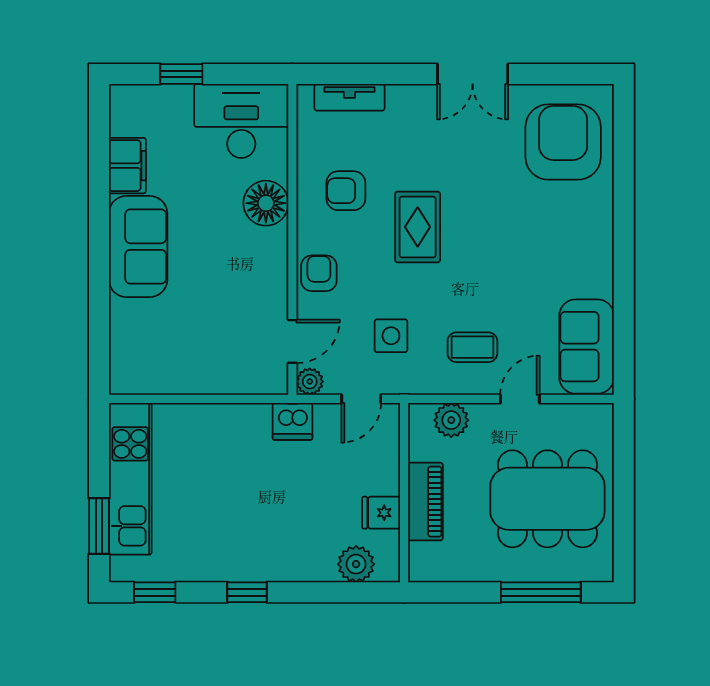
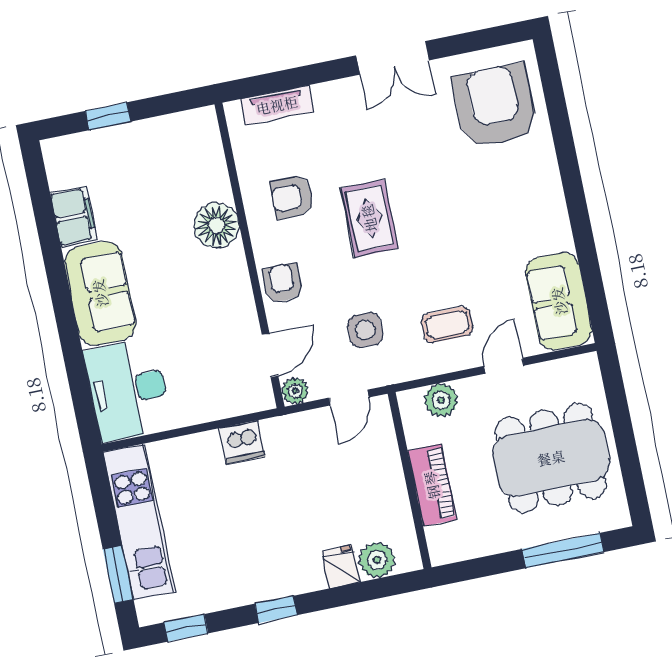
desk: (241, 121) -> (128, 390), moved, turned -90
dishwasher: (292, 421) -> (242, 442), moved
fridge: (381, 513) -> (341, 567), moved, turned 90

